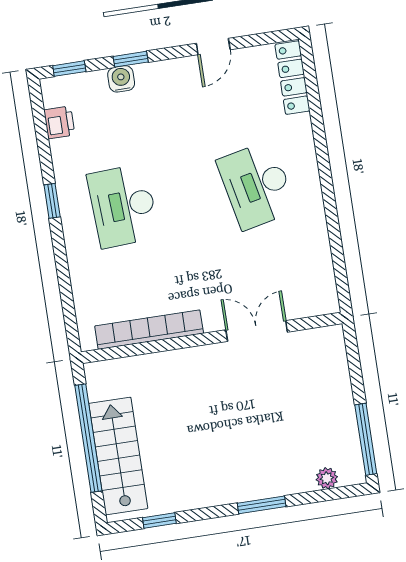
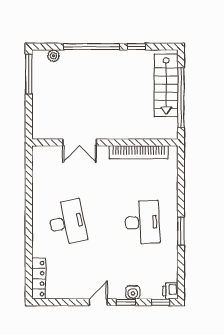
door: (213, 47) -> (98, 302), moved
printer: (59, 122) -> (170, 291), moved
window: (52, 201) -> (181, 231), width x1.50
window: (262, 505) -> (91, 47), width x2.11
window: (159, 521) -> (136, 47), moved

